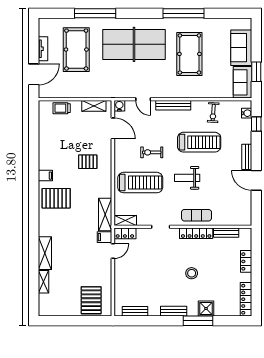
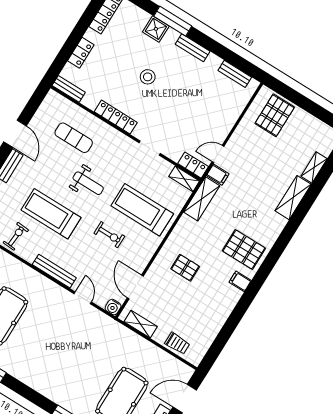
table tennis table: (134, 44) -> (56, 364), removed
exercise mat: (196, 215) -> (74, 138), moved
bench: (226, 233) -> (69, 89), moved

